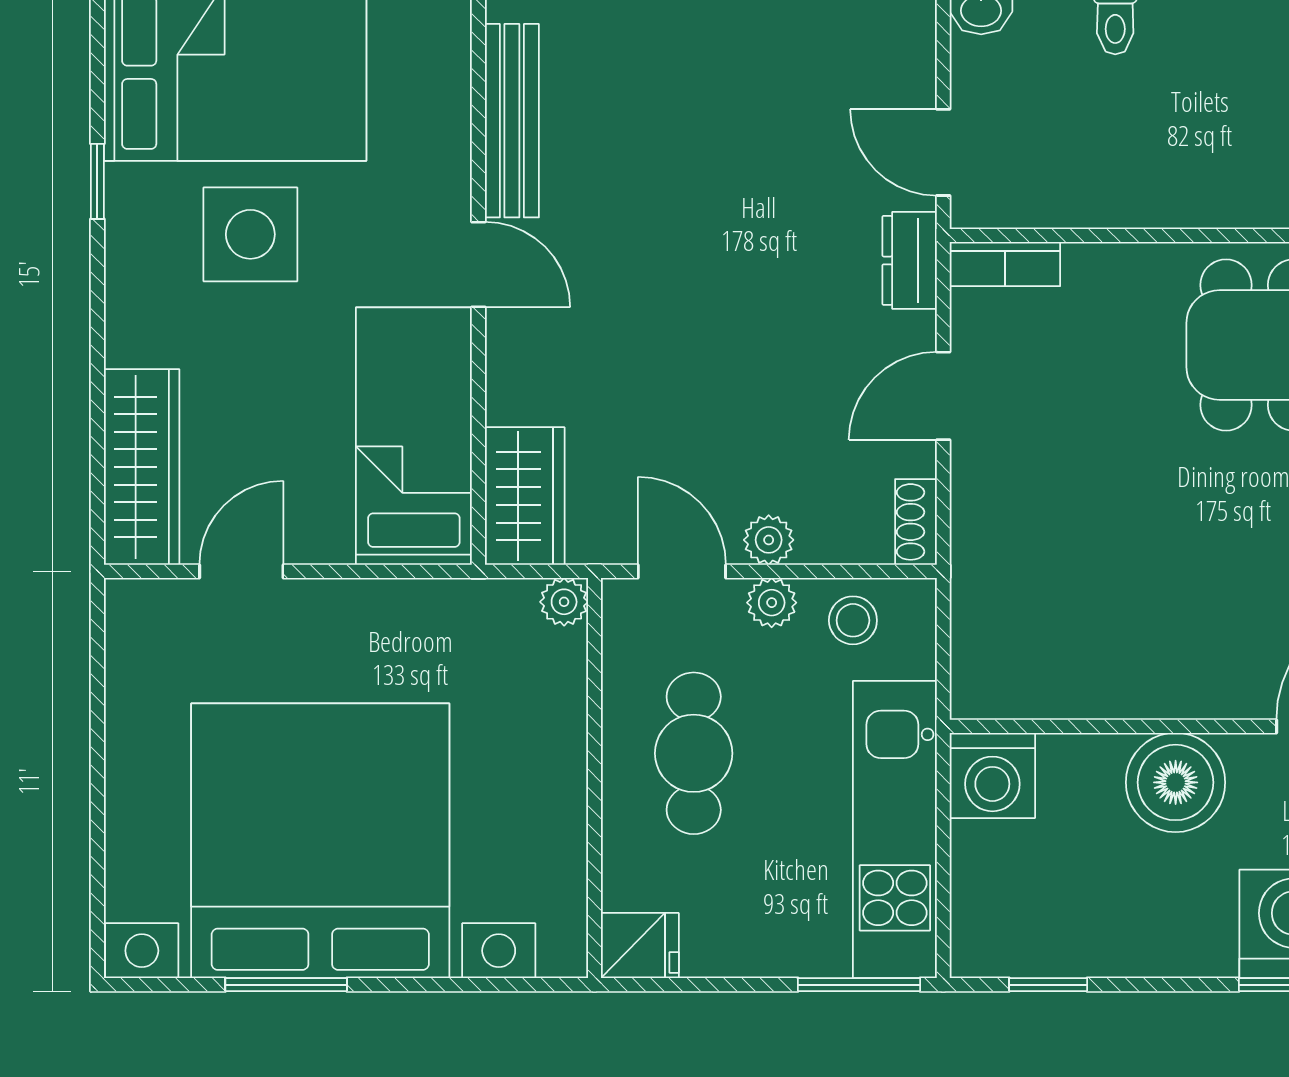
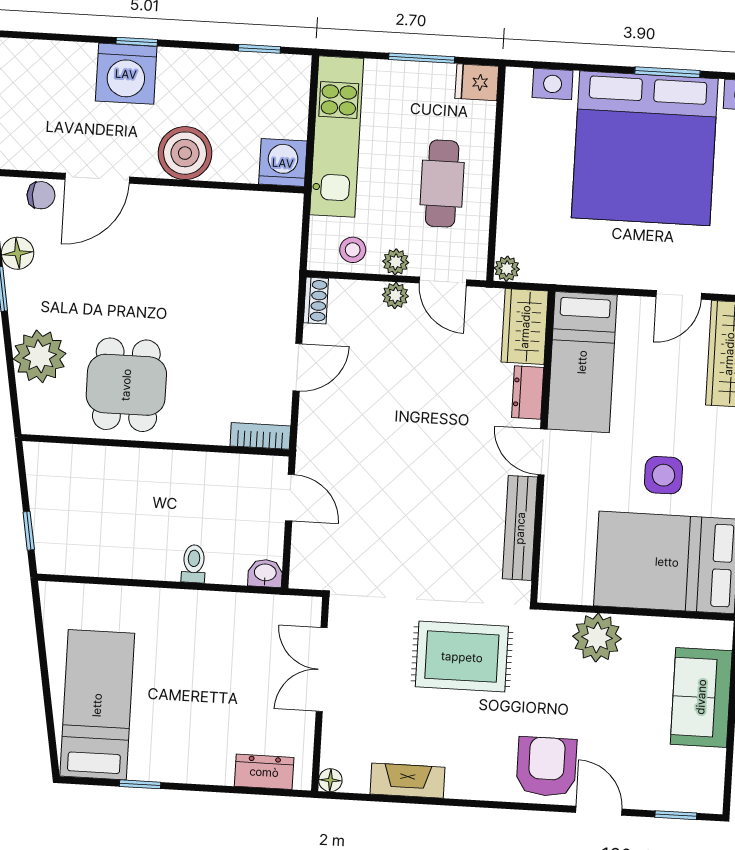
side table: (250, 234) -> (663, 475), width x0.73, depth x0.73
dresser: (910, 260) -> (528, 393), moved, turned 180
window: (859, 985) -> (422, 58), moved

